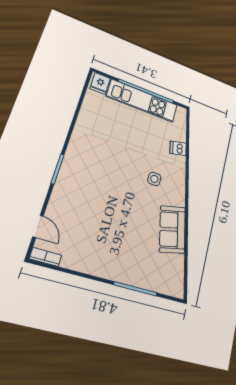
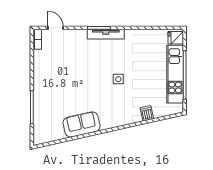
tv unit: (69, 163) -> (106, 34), added
side table: (154, 179) -> (118, 79), moved
door: (38, 226) -> (56, 28), swing flipped

